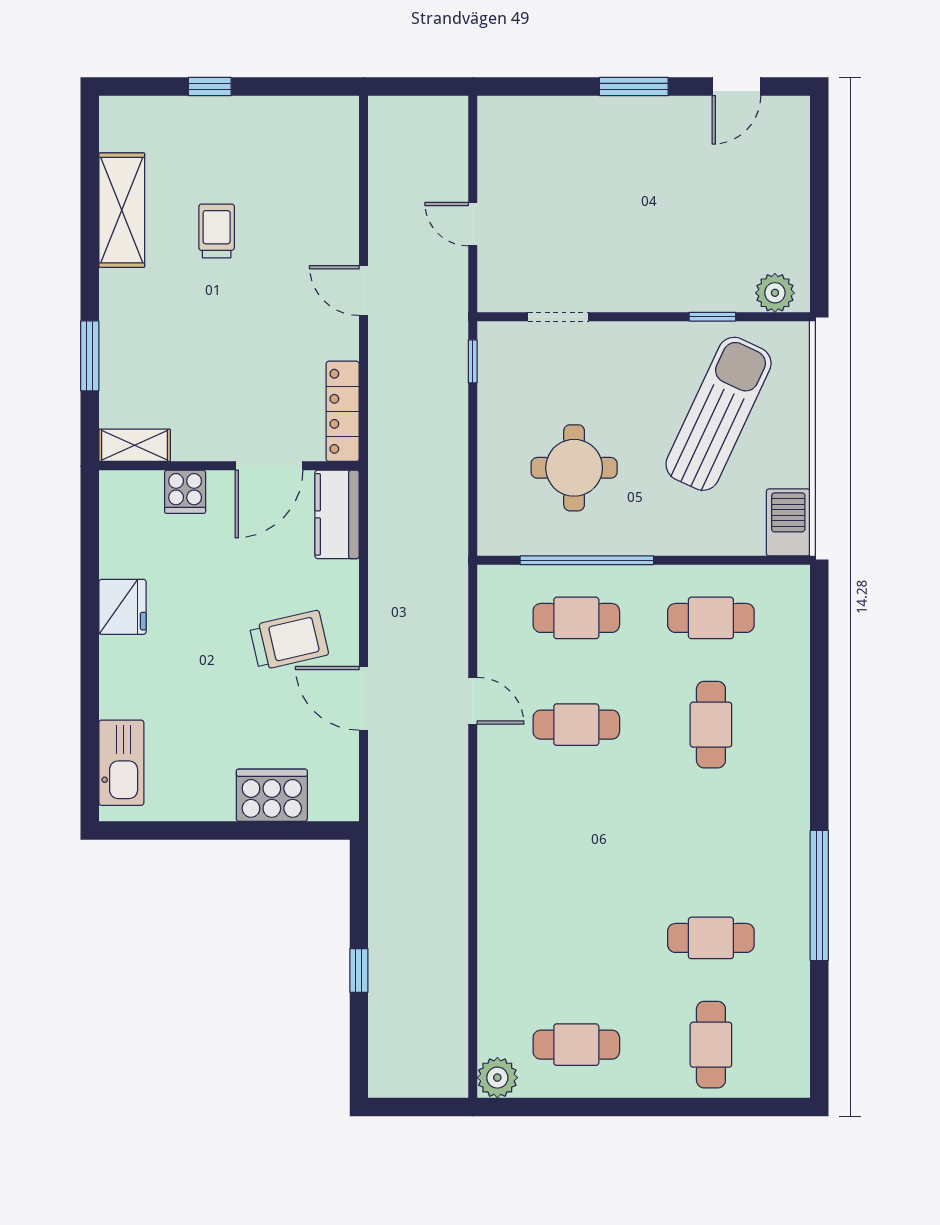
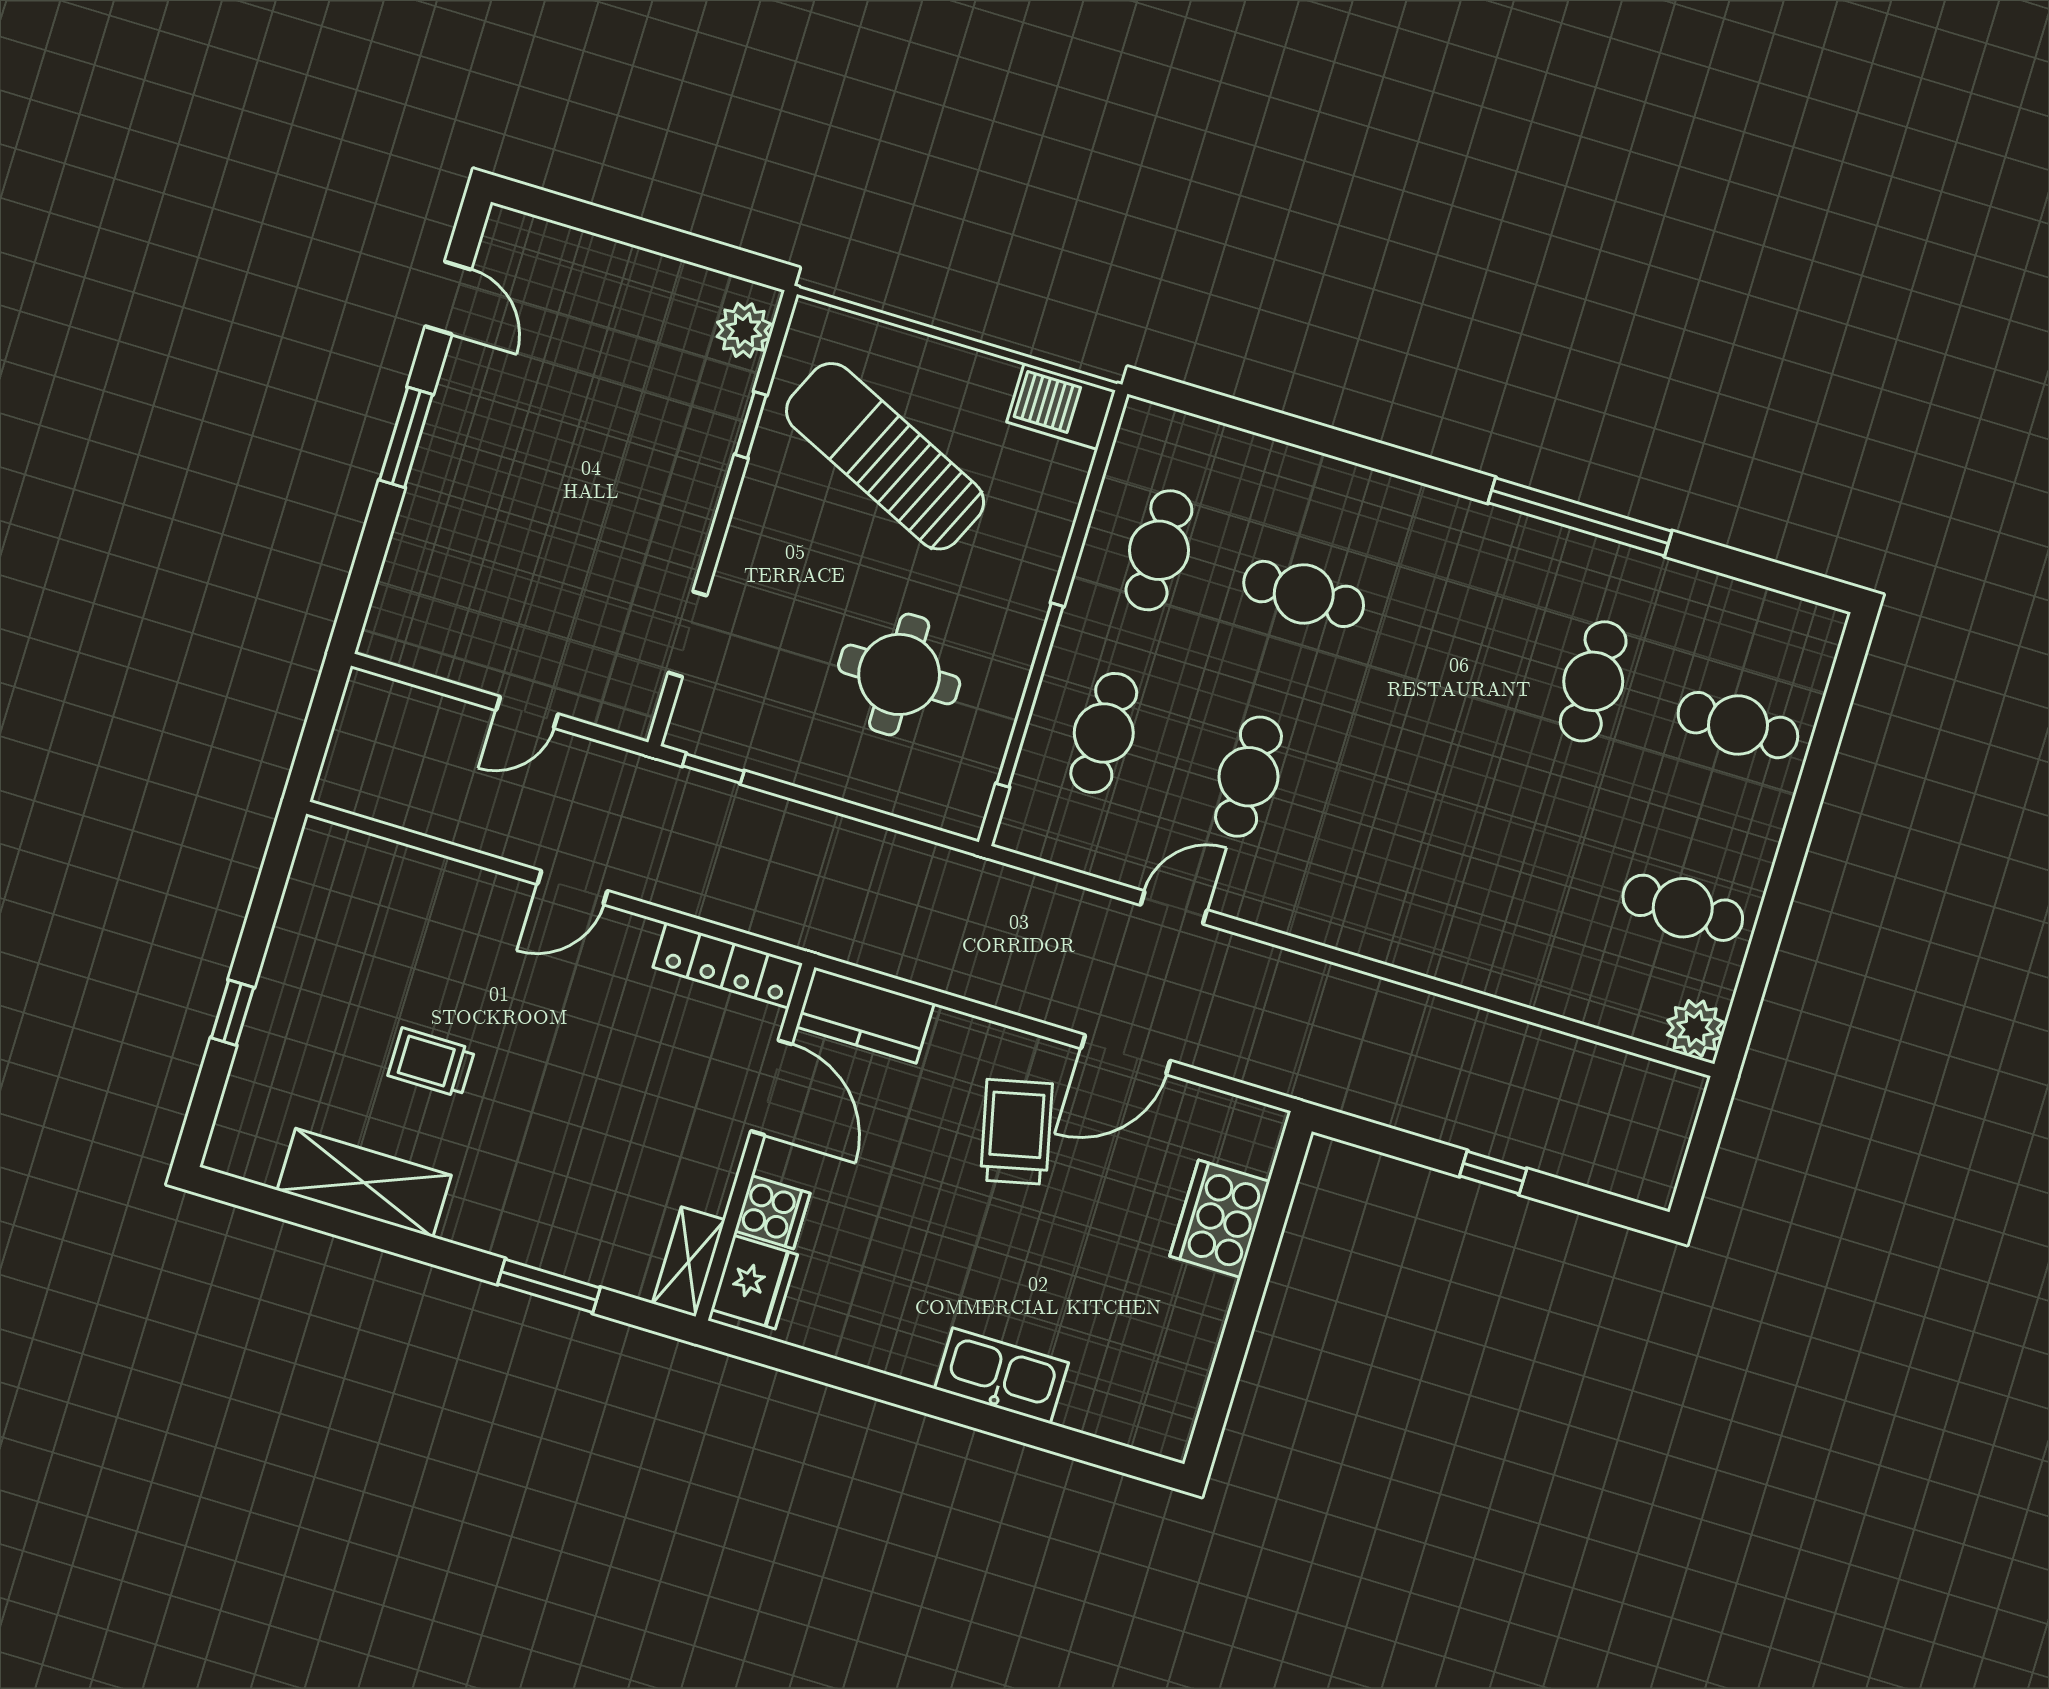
fridge: (122, 607) -> (754, 1282), moved, turned 90
kitchen sink: (121, 763) -> (1001, 1376), moved
cafe table: (576, 1045) -> (1683, 908), turned 90

